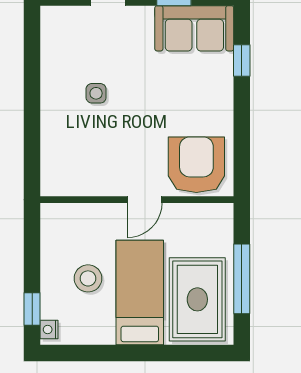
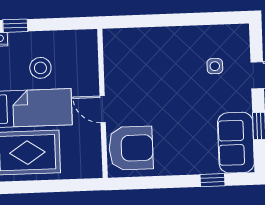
side table: (96, 93) -> (215, 66), moved
window: (242, 279) -> (44, 186), removed

